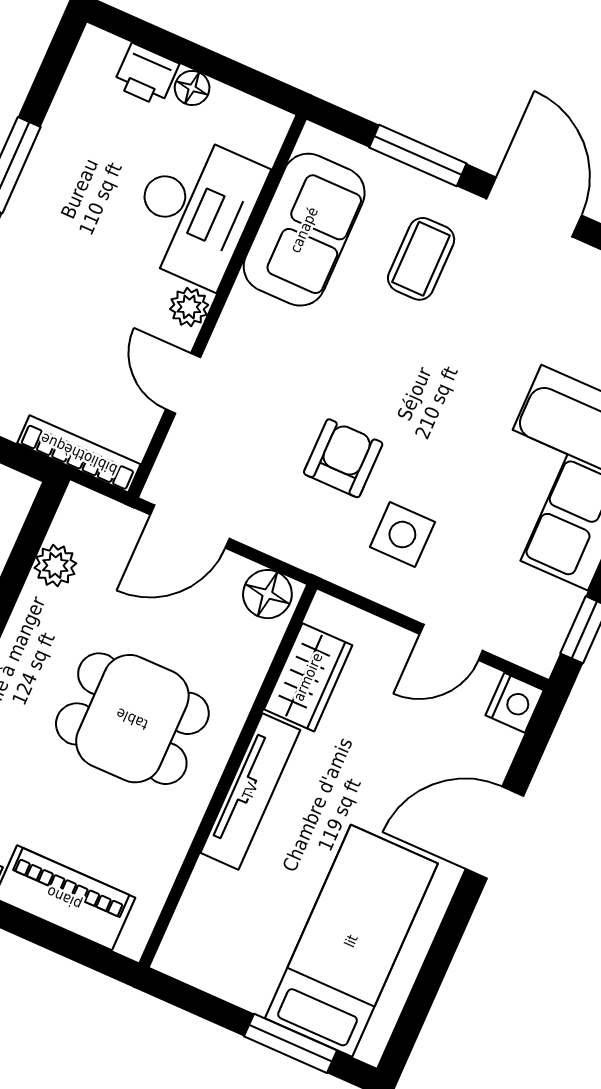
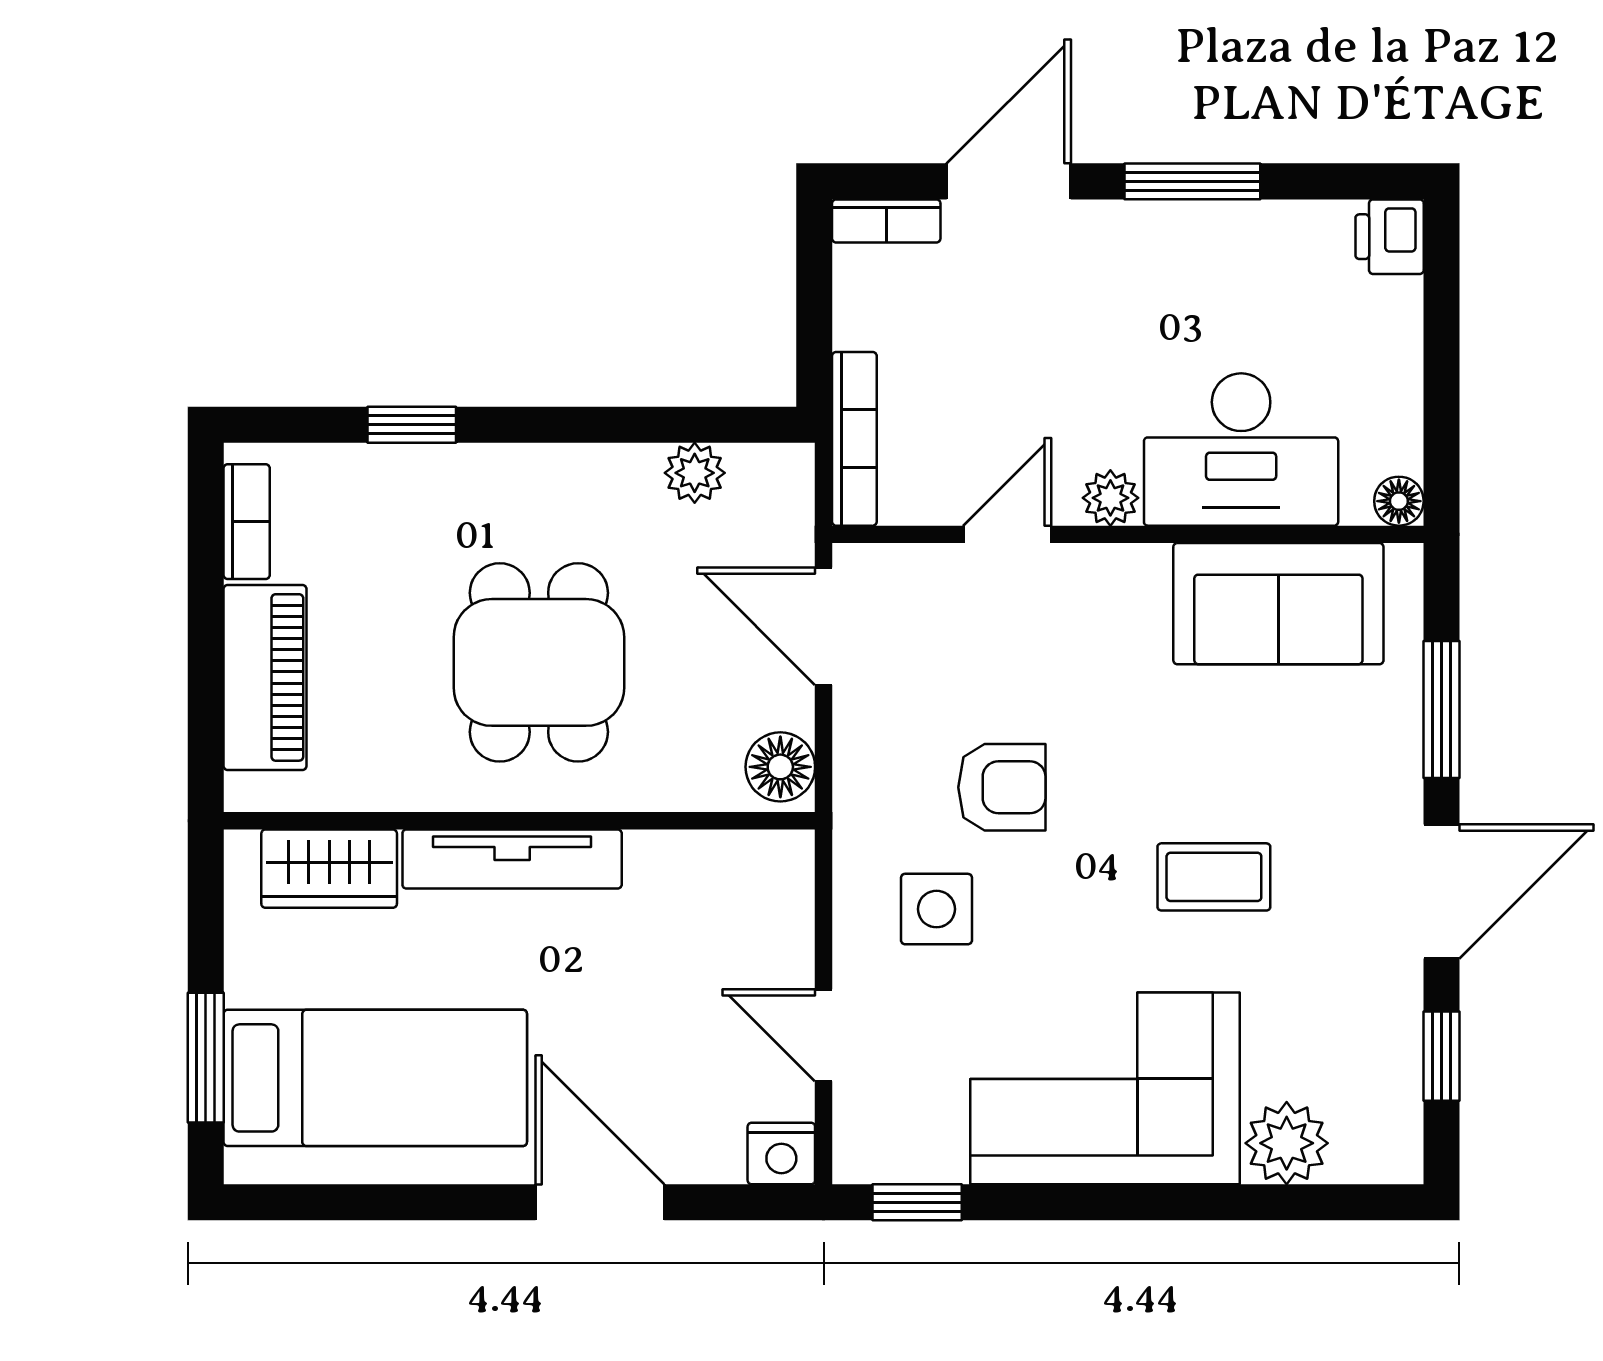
printer: (146, 75) -> (1390, 237), moved
floor lamp: (192, 88) -> (1399, 501), moved
coffee table: (421, 259) -> (1214, 877), moved
wardrobe: (308, 677) -> (329, 869), moved

